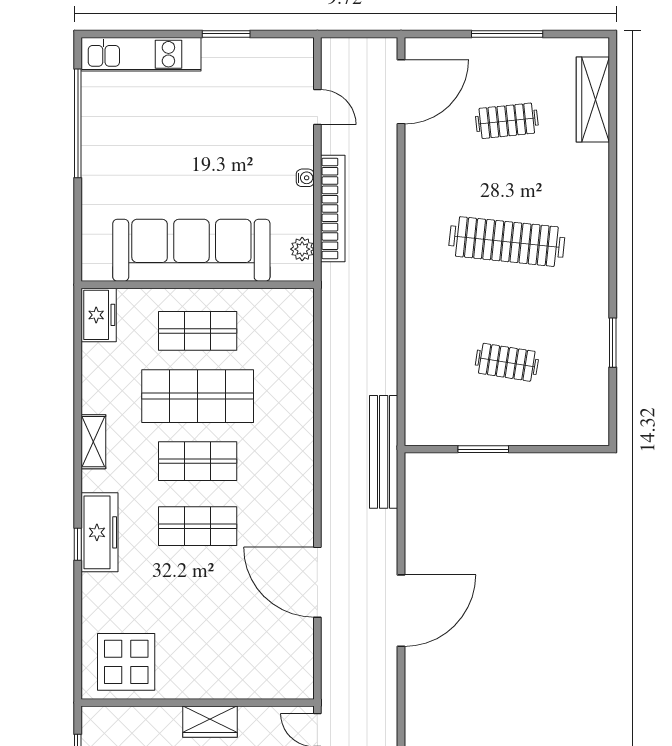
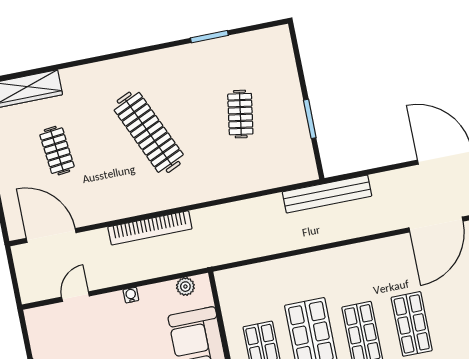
bookcase: (333, 209) -> (150, 228), moved, turned 180
clothes rail: (507, 242) -> (149, 132), turned -30

